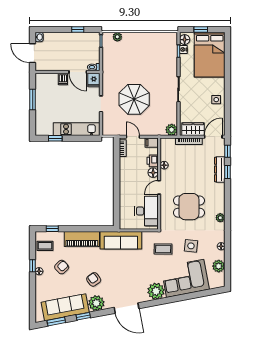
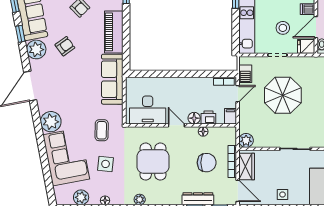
stool: (79, 99) -> (283, 28), added
barbecue: (116, 130) -> (245, 74), added
chair: (190, 162) -> (207, 163), added

